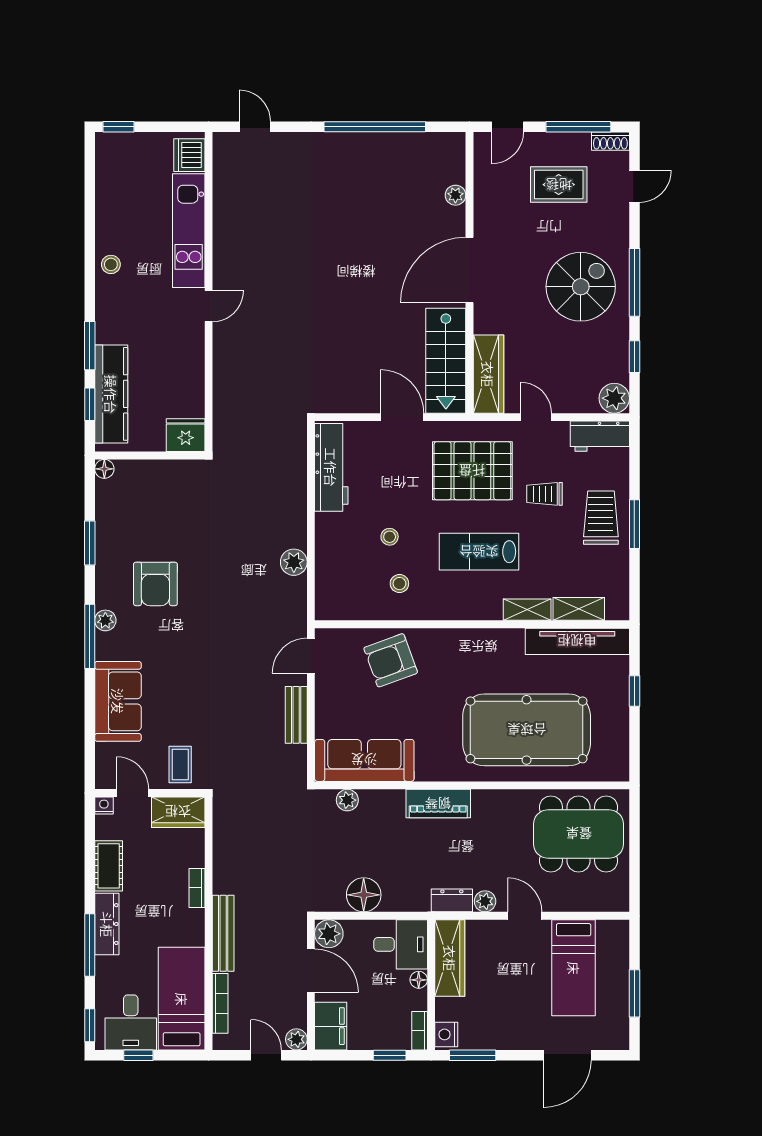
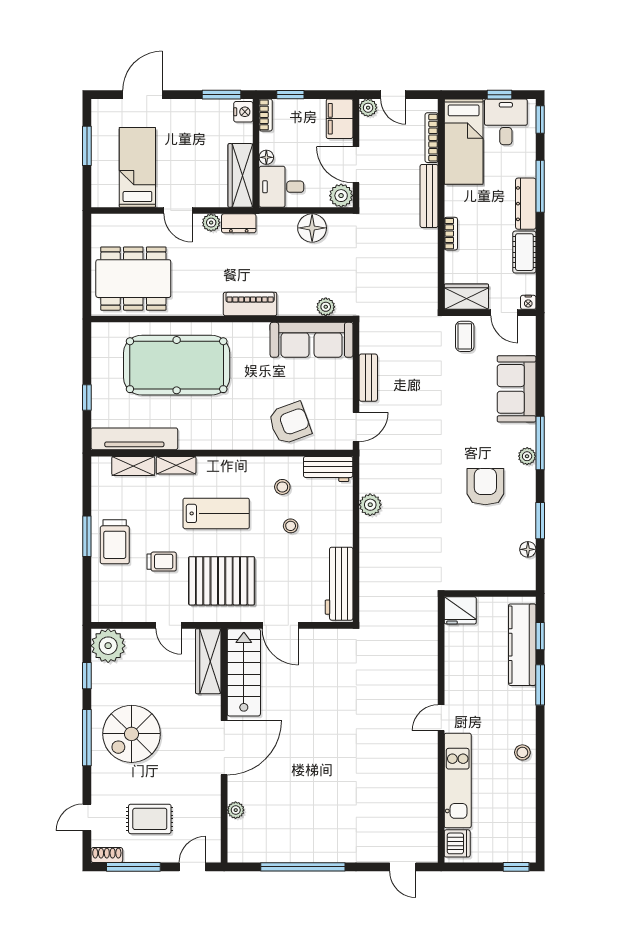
plant: (614, 398) -> (108, 646), width x1.36, depth x1.36
workbench: (600, 436) -> (328, 469), moved, turned 180
floor lamp: (104, 469) -> (528, 549), moved

